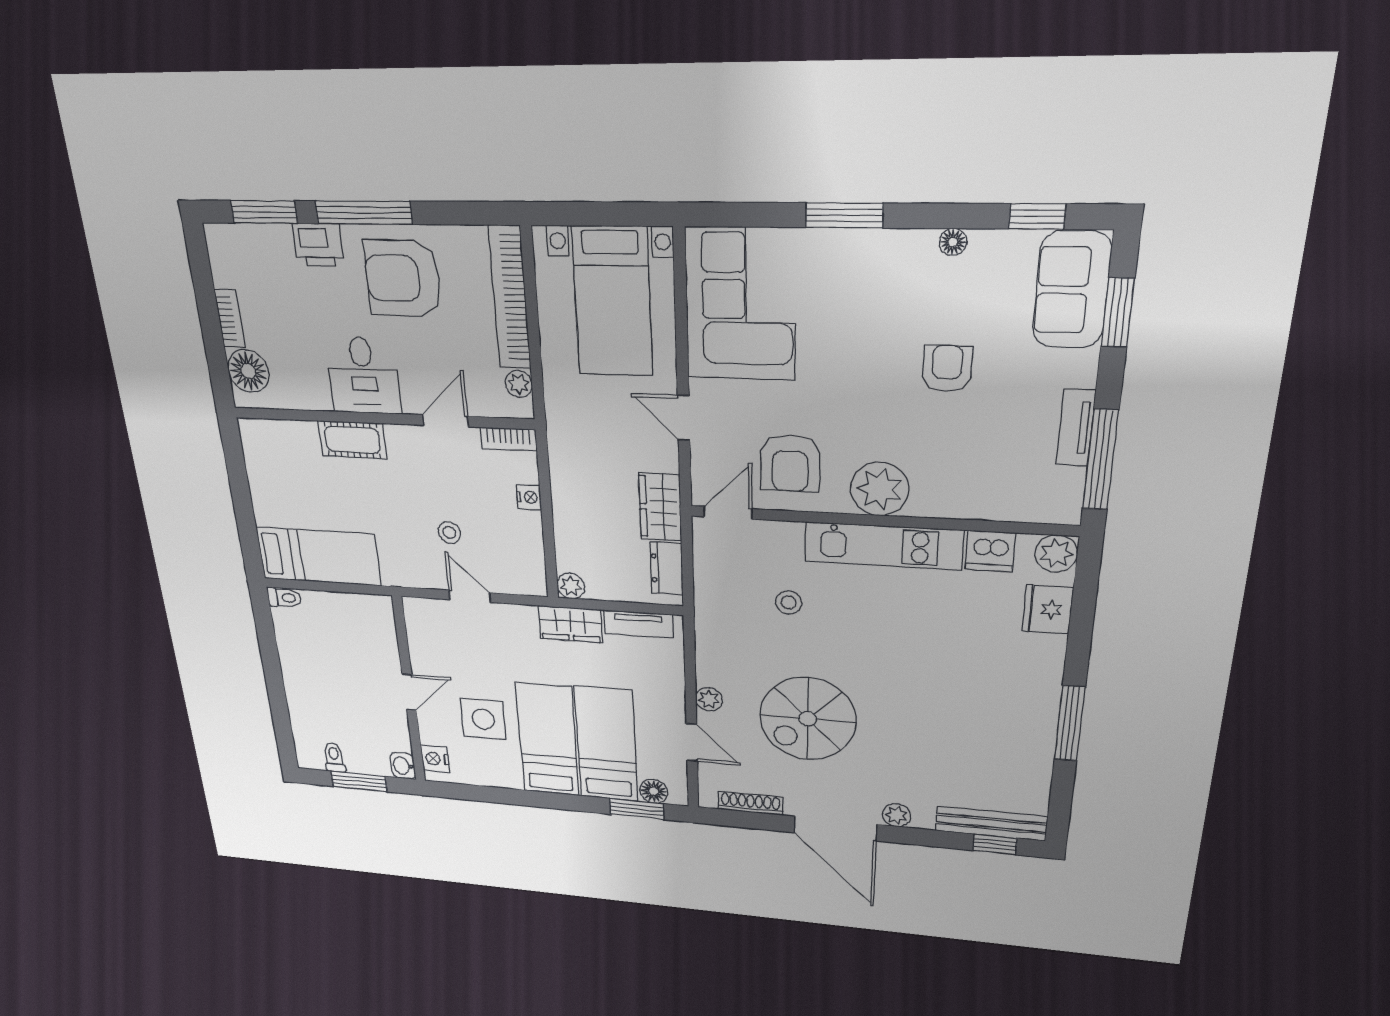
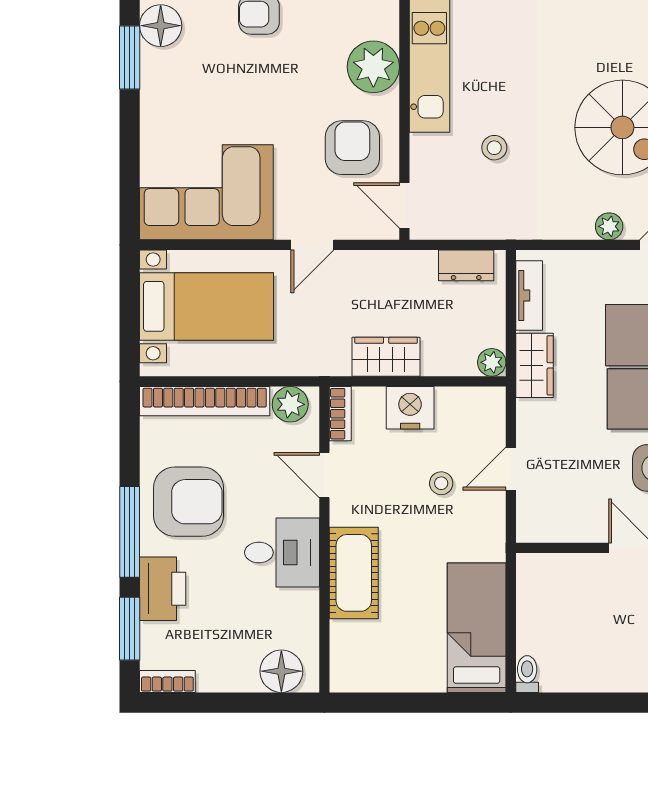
window: (844, 215) -> (130, 58), moved
floor lamp: (953, 242) -> (161, 26), width x1.89, depth x1.89
printer: (318, 245) -> (163, 589), width x1.37, depth x1.19
armchair: (403, 278) -> (188, 502), turned -90
bookcase: (230, 318) -> (167, 681), moved
plant: (519, 384) -> (290, 404), width x1.38, depth x1.38
cot: (352, 440) -> (354, 573), width x1.37, depth x1.34
armchair: (790, 463) -> (352, 148), turned -90
nightstand: (529, 497) -> (410, 408), width x1.89, depth x1.79
wardrobe: (660, 507) -> (386, 357), moved, turned 180

